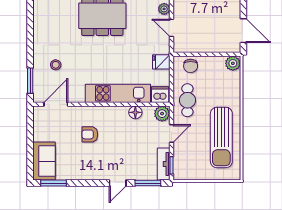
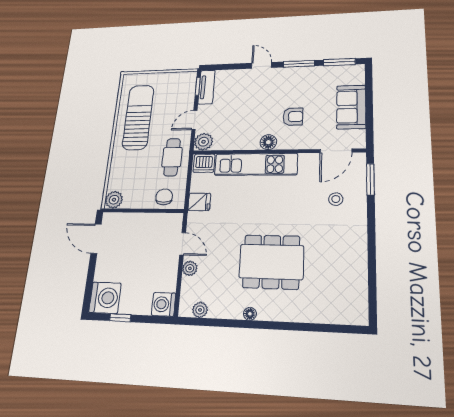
floor lamp: (135, 112) -> (268, 142), moved
sofa: (44, 161) -> (351, 107), moved
door: (118, 183) -> (261, 65), hinge flipped
window: (148, 183) -> (299, 64), moved

